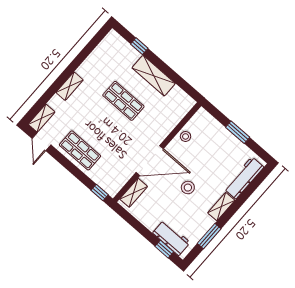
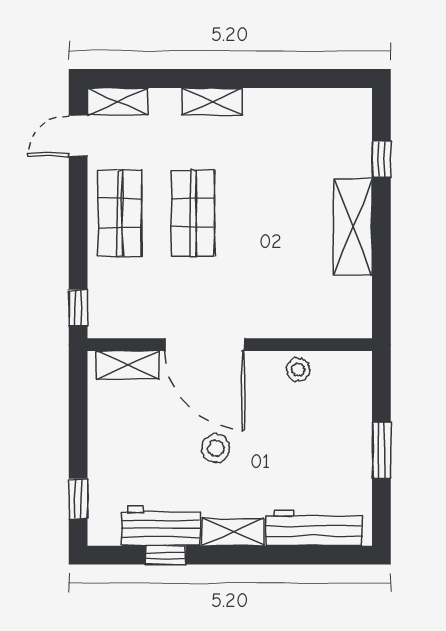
shop shelf: (123, 101) -> (193, 213), moved
window: (209, 236) -> (166, 555), width x0.67
workbench: (171, 238) -> (161, 526), moved, turned -90

